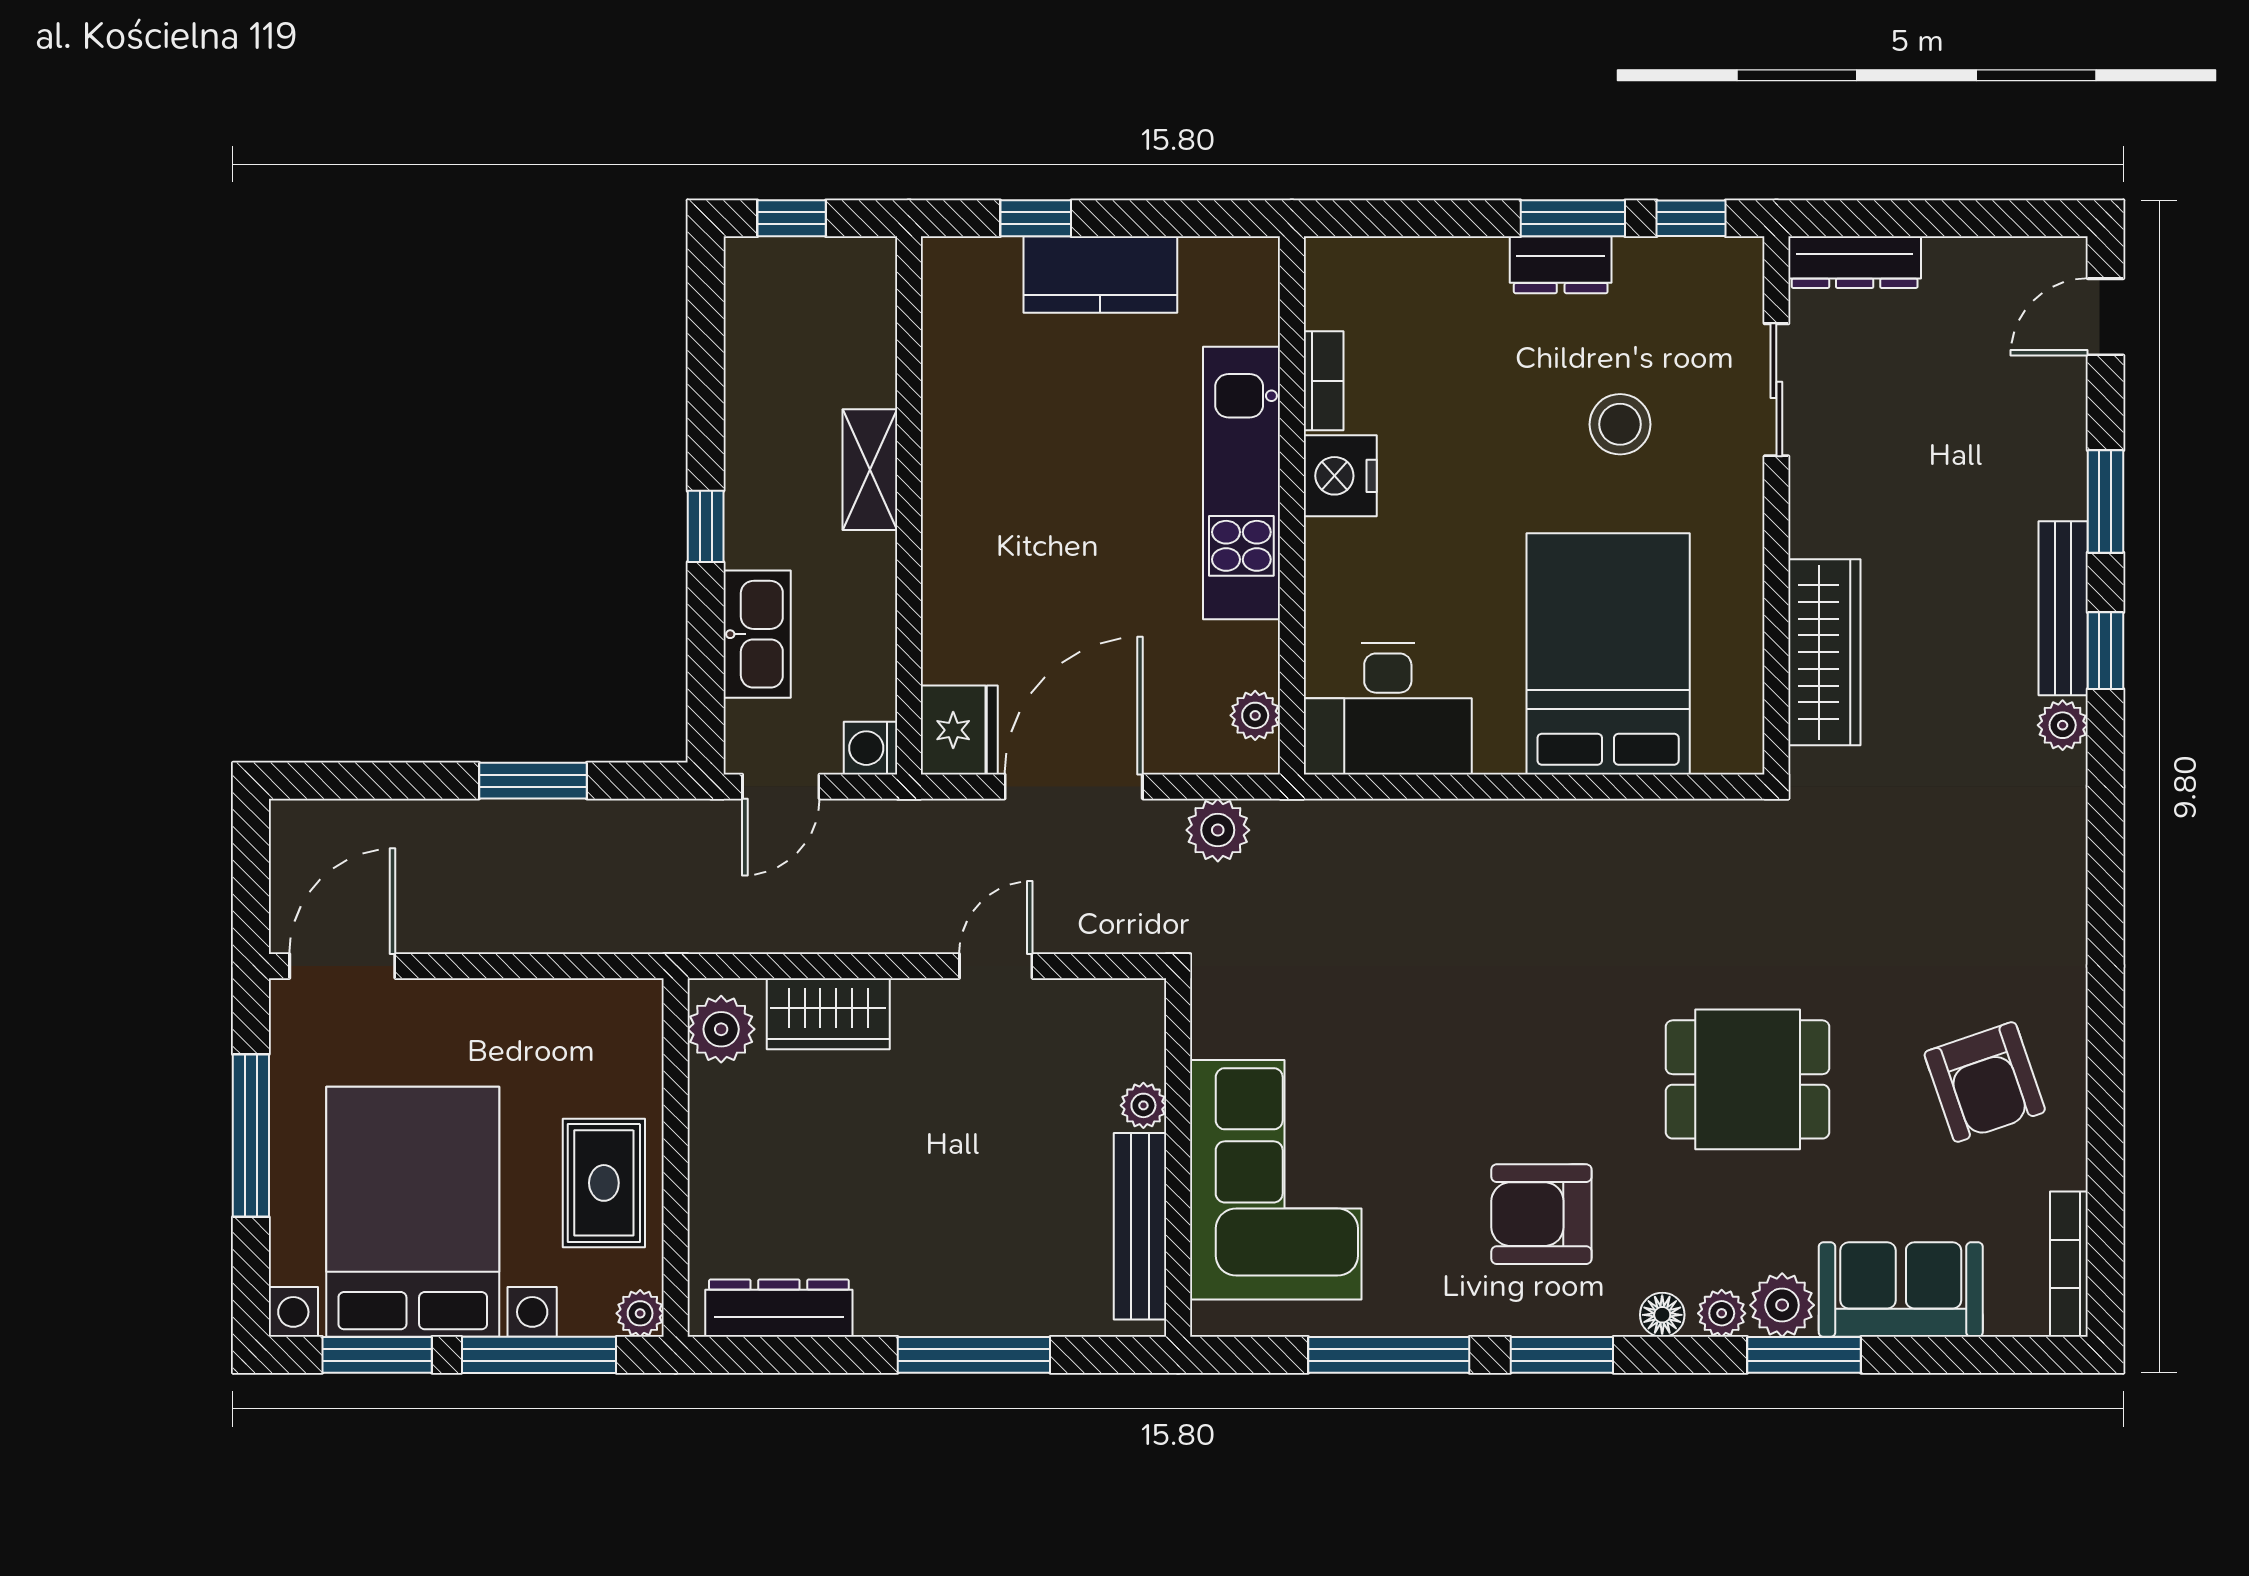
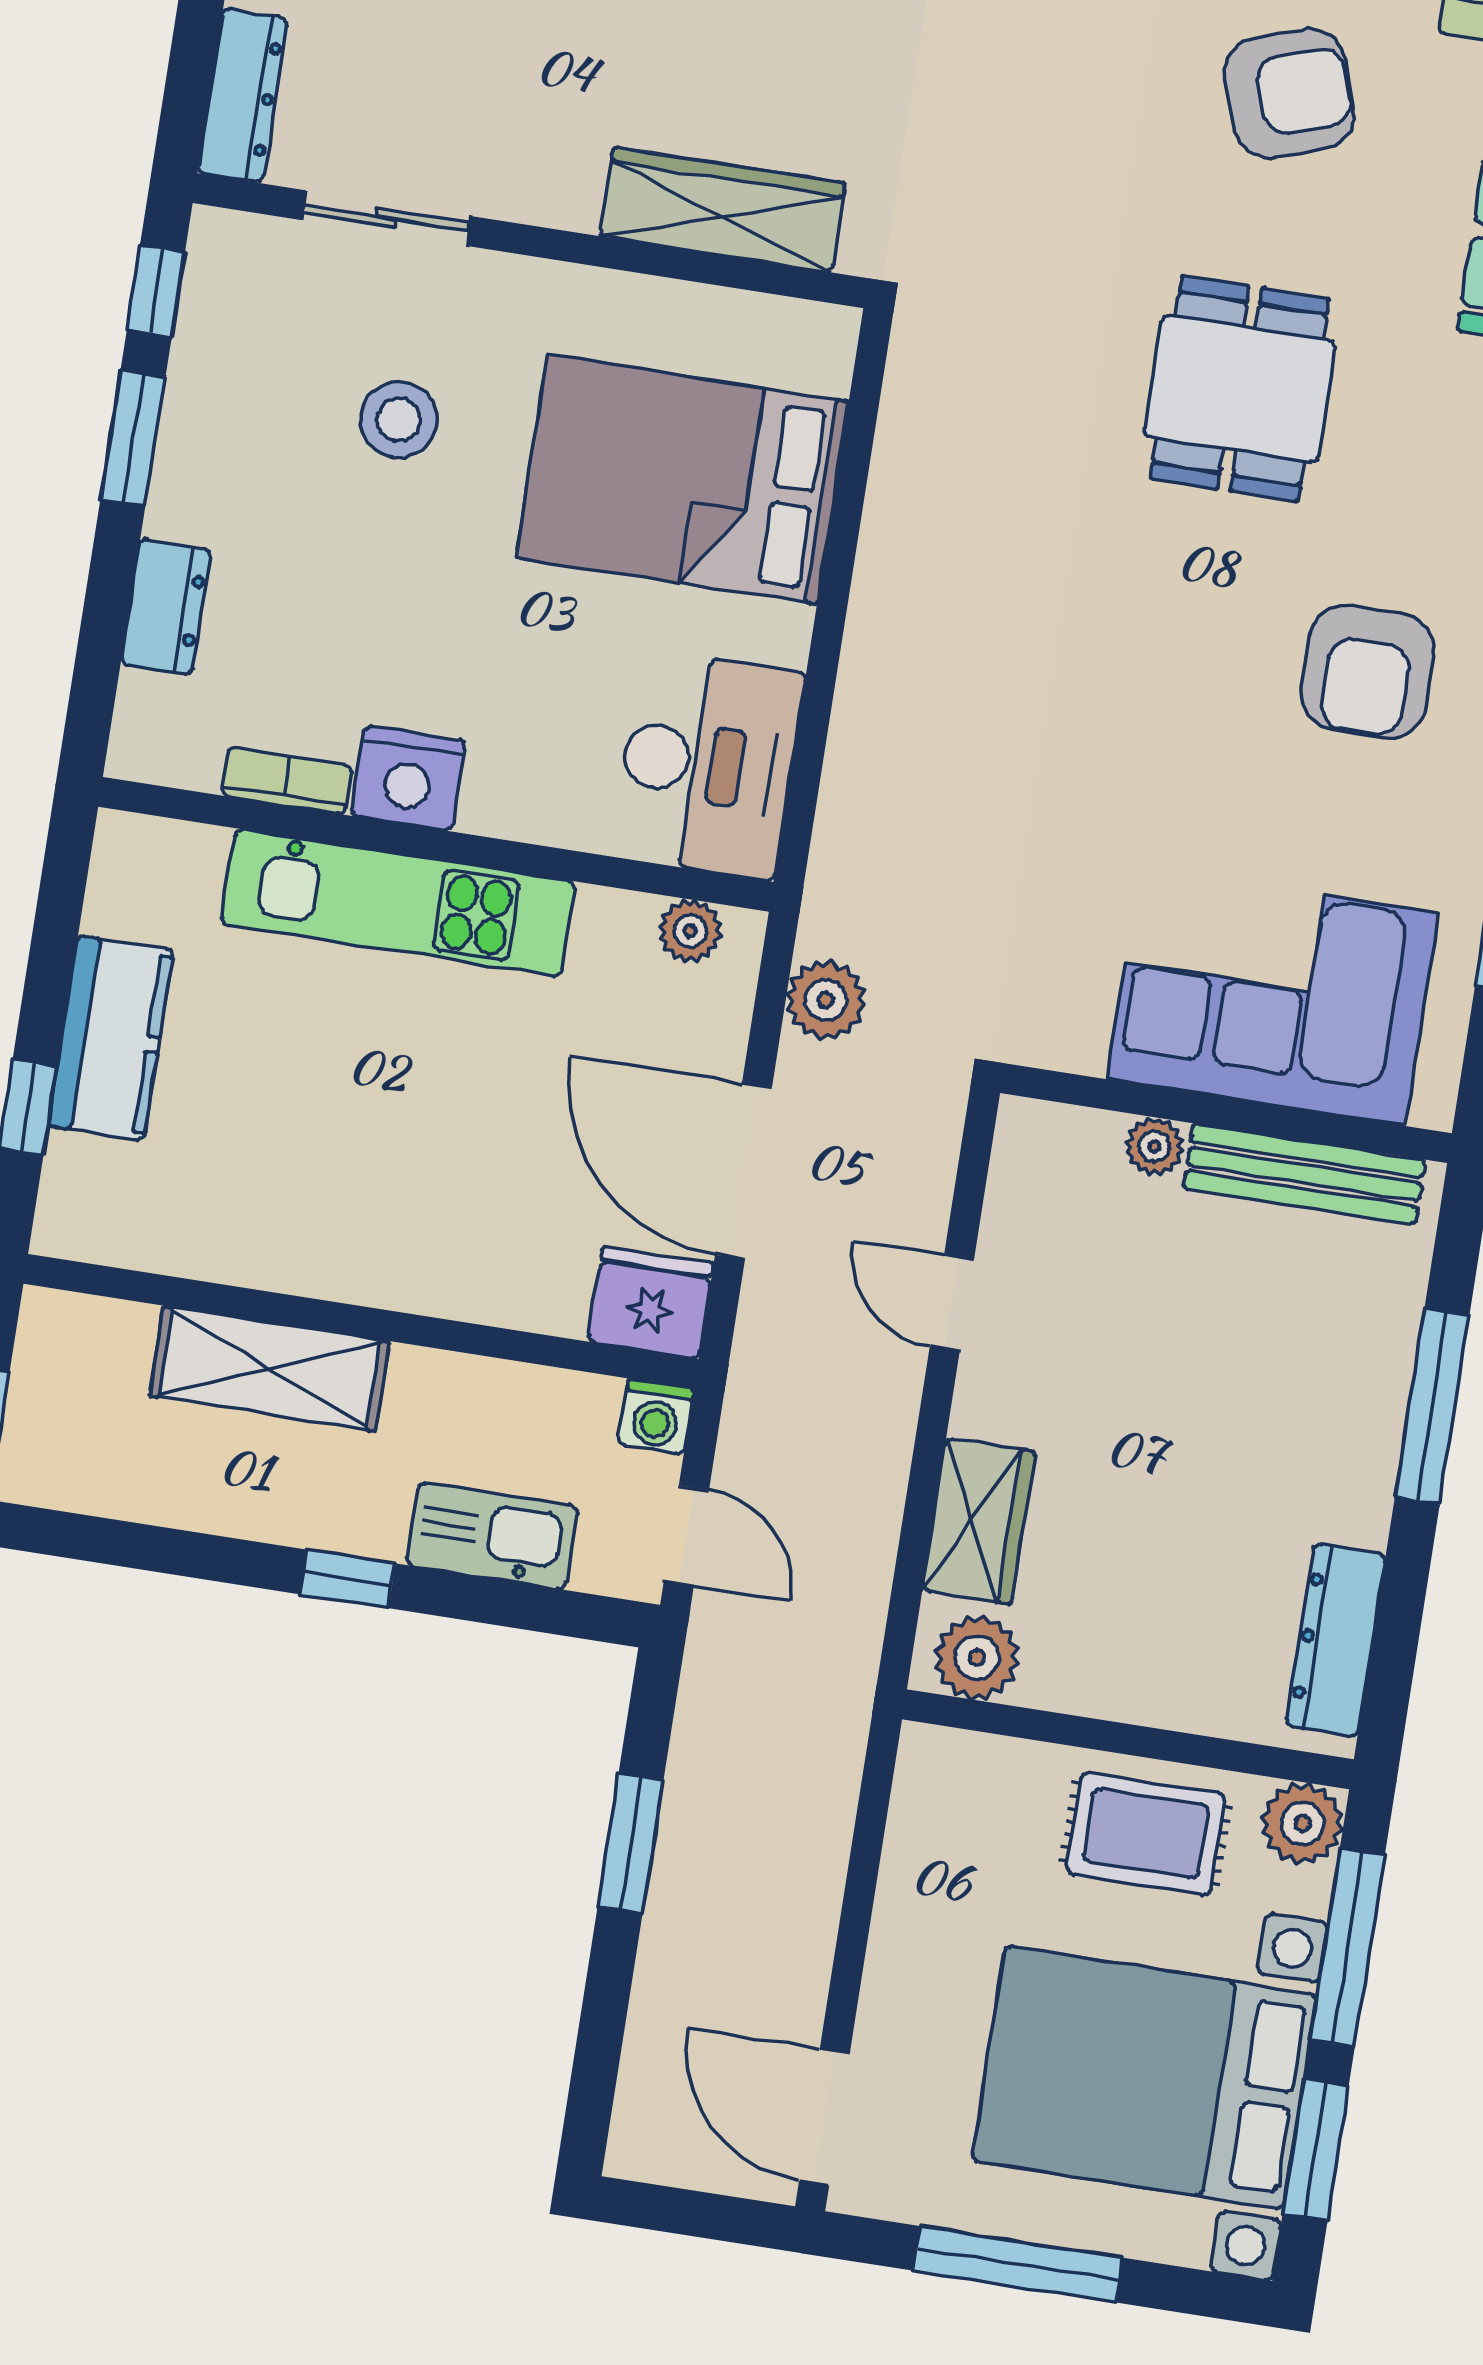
dresser: (1561, 265) -> (166, 607), moved
shelving: (870, 470) -> (269, 1369), width x1.50, depth x1.33
plant: (640, 1313) -> (1302, 1823), width x1.38, depth x1.38

